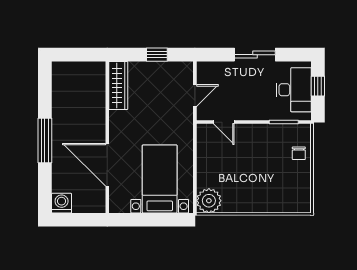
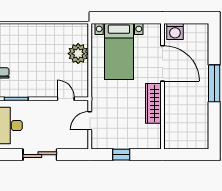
wardrobe: (118, 85) -> (153, 103), moved
plant: (209, 201) -> (78, 54), moved
washing machine: (62, 203) -> (175, 31), moved

